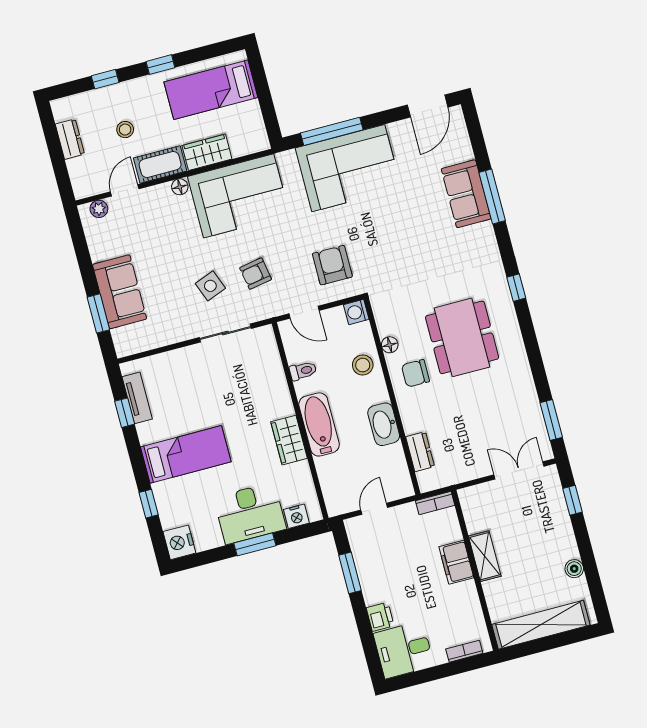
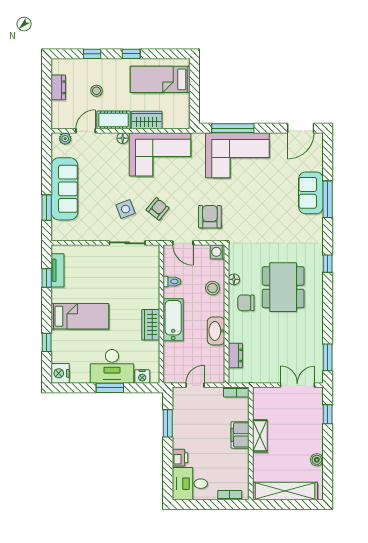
armchair: (256, 274) -> (158, 209), turned 139
sofa: (120, 292) -> (64, 189), width x1.36

